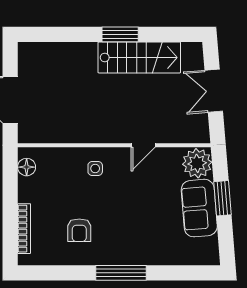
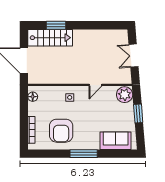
window: (120, 34) -> (56, 25), moved
stairs: (139, 57) -> (50, 38), moved
sofa: (199, 208) -> (116, 141), moved, turned 95
armchair: (79, 230) -> (61, 131), width x1.88, depth x1.88

